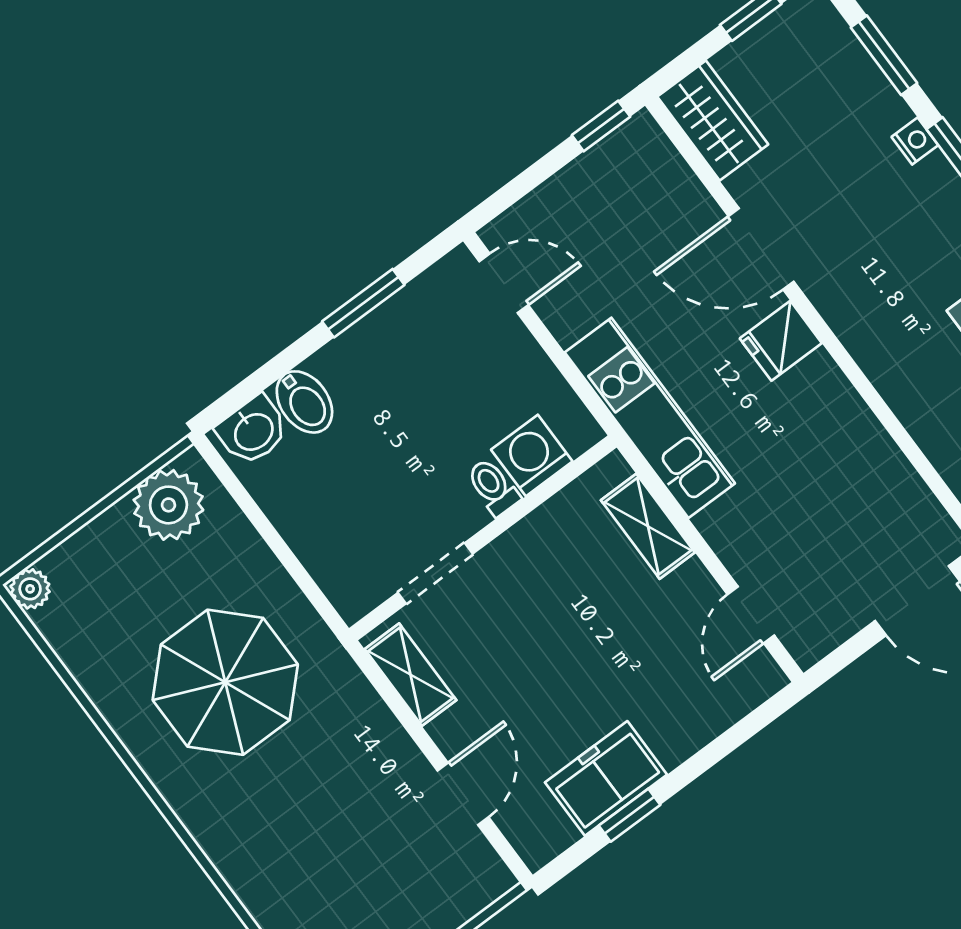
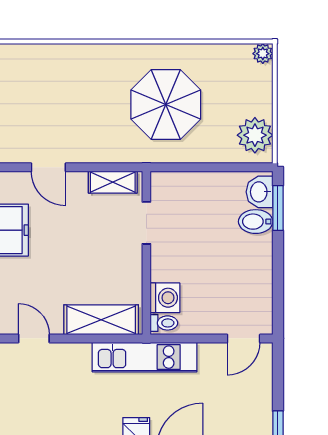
window: (363, 303) -> (278, 208), moved
toilet: (493, 487) -> (164, 323), moved
shelving: (648, 526) -> (101, 320), width x1.50, depth x1.33

